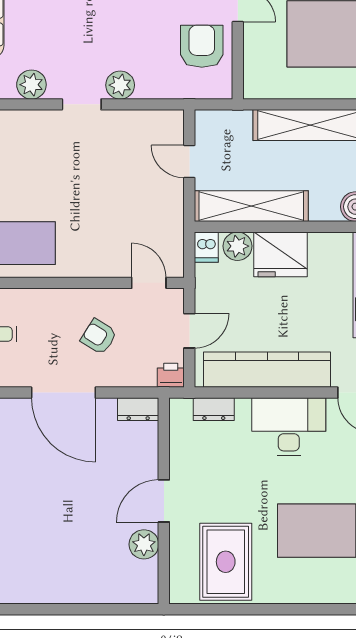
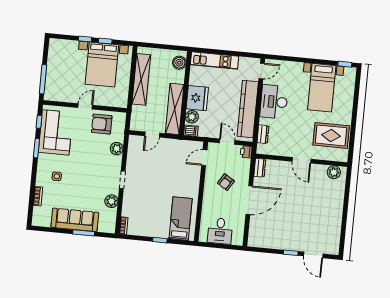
plant: (120, 85) -> (117, 149), moved
plant: (144, 544) -> (334, 172), moved

